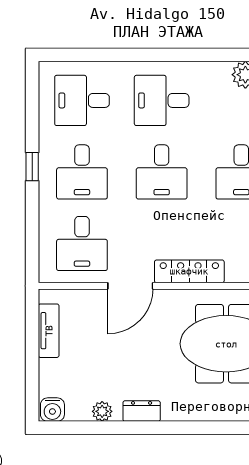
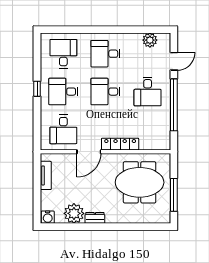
desk: (82, 100) -> (63, 54), turned 90
desk: (82, 172) -> (63, 92), turned 90
desk: (162, 172) -> (105, 92), turned 90
plant: (102, 411) -> (74, 213), width x1.87, depth x1.87

